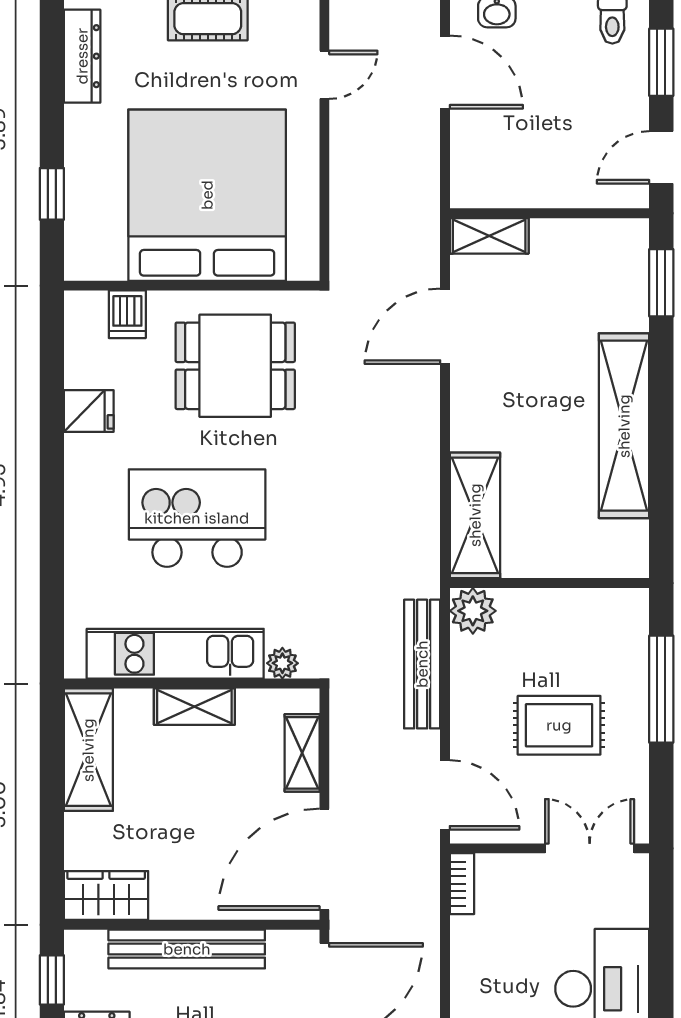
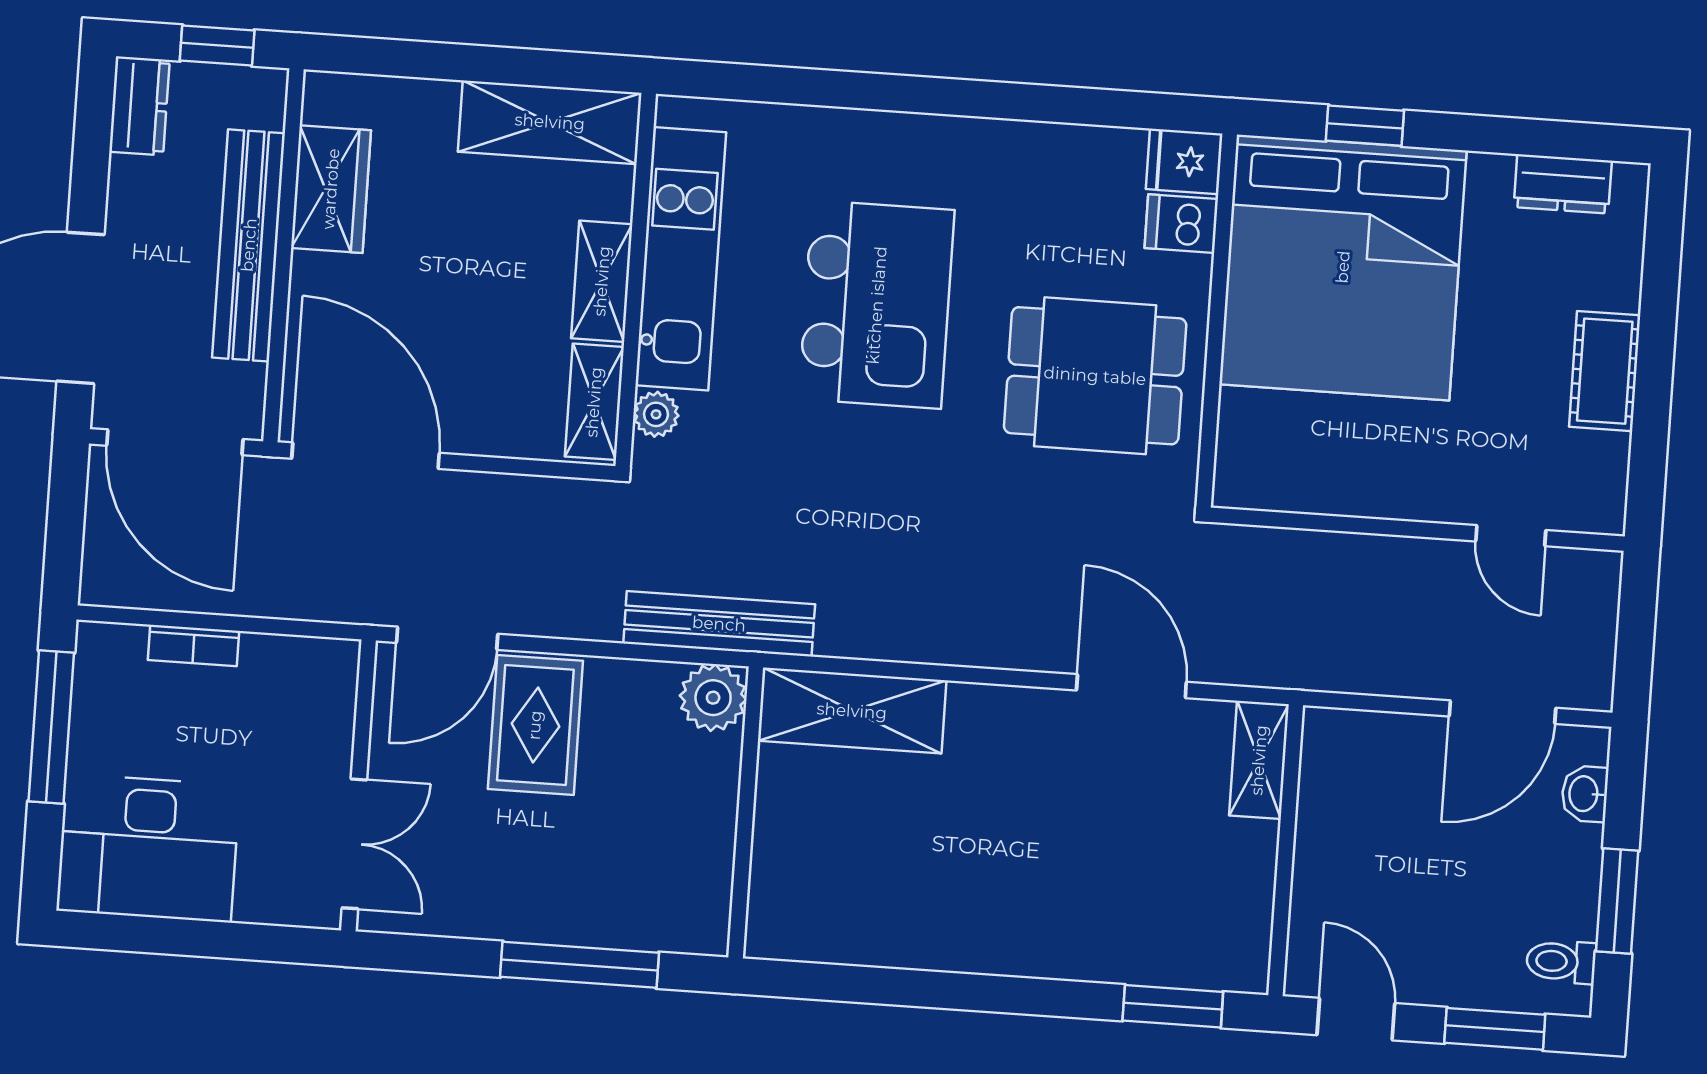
dresser: (82, 56) -> (1563, 184), width x0.70
bed: (207, 195) -> (1343, 267), moved, turned 90
dining table: (235, 366) -> (1095, 376), turned 90
fridge: (89, 411) -> (1184, 161), moved, turned 90
shelving: (624, 426) -> (968, 937), removed
bench: (422, 664) -> (719, 624), moved
rug: (559, 725) -> (535, 725), moved
shelving: (302, 753) -> (594, 402), moved, turned 90
bookcase: (462, 884) -> (193, 645), moved
wardrobe: (106, 895) -> (331, 189), moved

